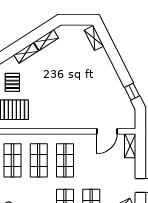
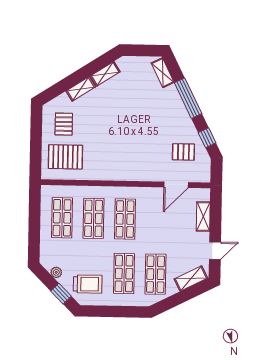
window: (116, 59) -> (188, 98), added
pallet: (113, 104) -> (183, 152), added
shelving: (130, 146) -> (203, 217), moved

